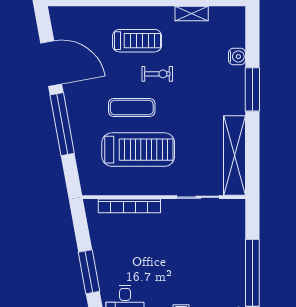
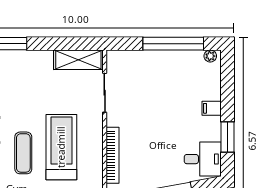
shelving: (235, 156) -> (78, 60), width x0.68

